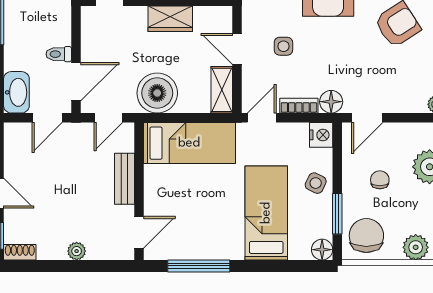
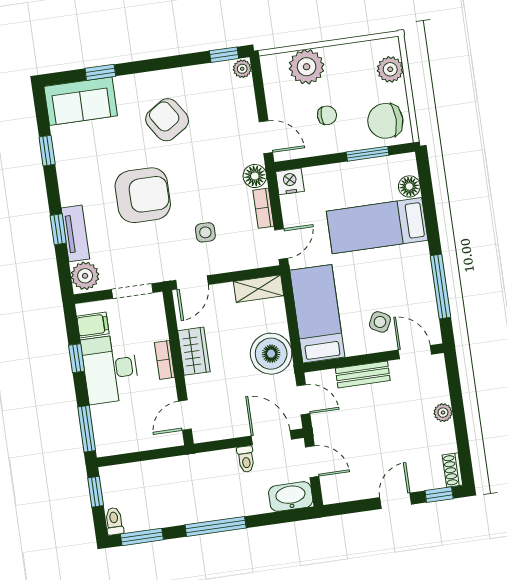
door: (237, 49) -> (192, 282), moved
door: (262, 118) -> (281, 244), swing flipped
chair: (380, 180) -> (327, 115), turned 180
side table: (316, 183) -> (380, 322), moved
floor lamp: (322, 250) -> (409, 186), moved

